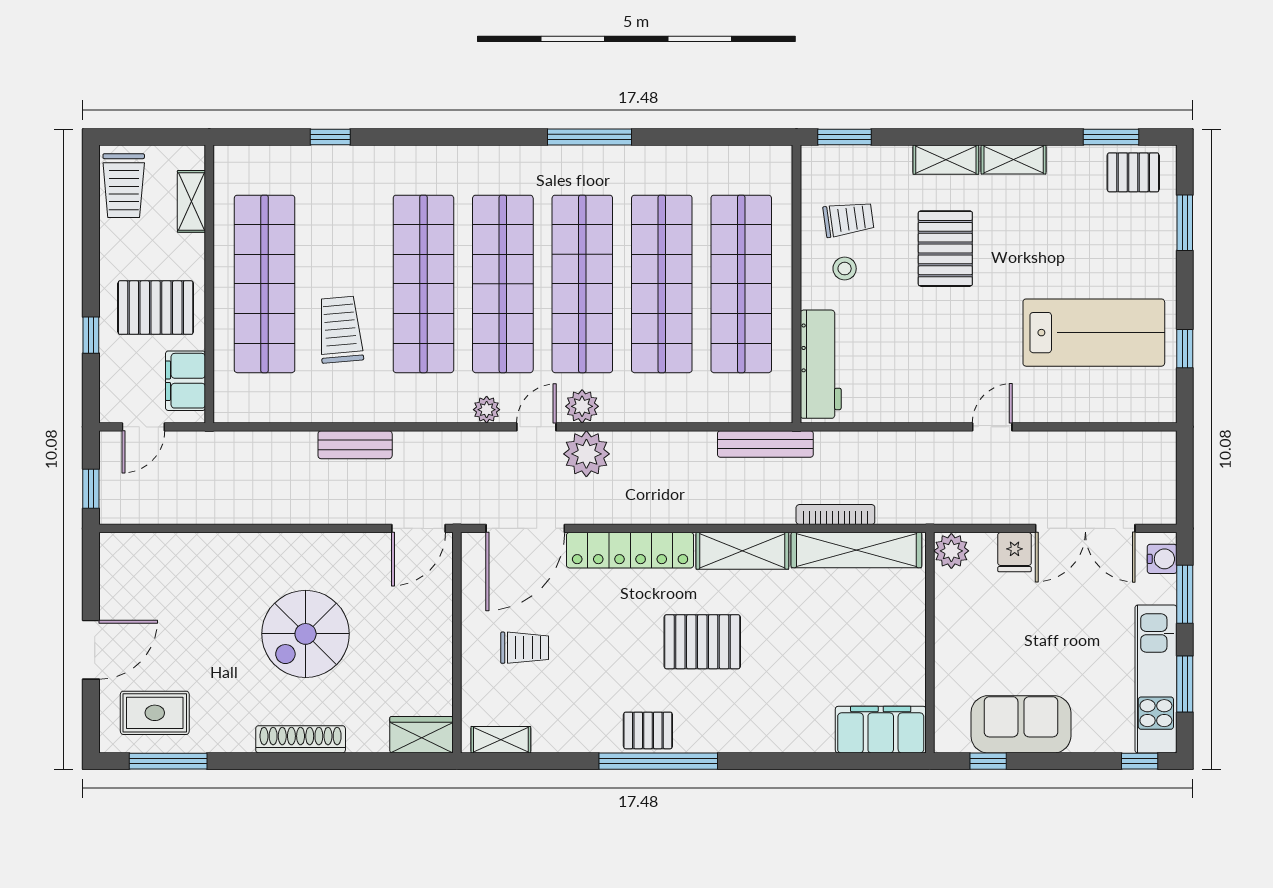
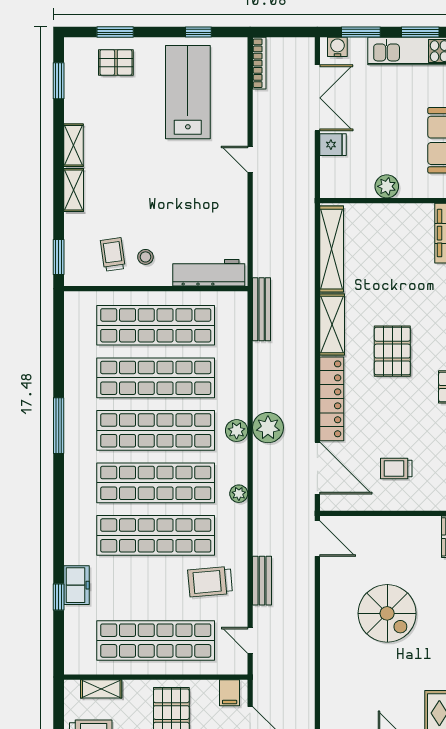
freezer: (348, 164) -> (76, 585), added
pallet: (1133, 172) -> (116, 62), moved, turned 90
pallet: (945, 249) -> (132, 190), removed
trolley: (340, 330) -> (210, 582), moved
filing cabinet: (185, 381) -> (230, 693), width x0.50
door: (536, 427) -> (250, 640), moved
bookcase: (835, 515) -> (259, 63), moved, turned 180
plant: (951, 551) -> (387, 186), moved
trolley: (525, 648) -> (396, 468), turned -90

